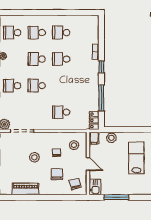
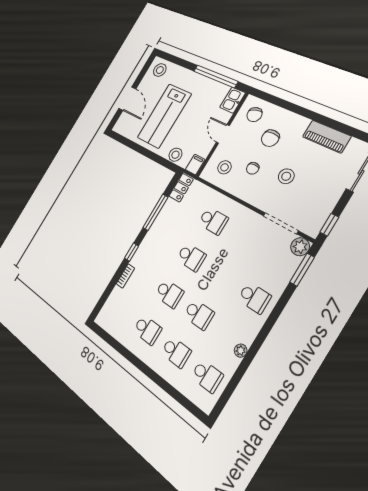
school desk: (37, 86) -> (191, 257), moved
lab bench: (136, 158) -> (164, 116), width x1.36, depth x1.39
window: (116, 197) -> (216, 76), width x1.46

